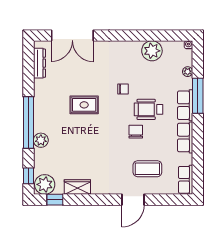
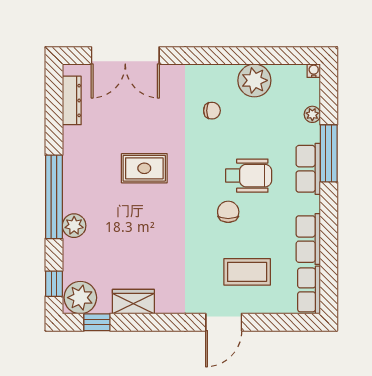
chair: (123, 89) -> (212, 111), moved
wheelchair: (148, 109) -> (249, 176), turned 180
row of seats: (185, 138) -> (308, 239), moved

